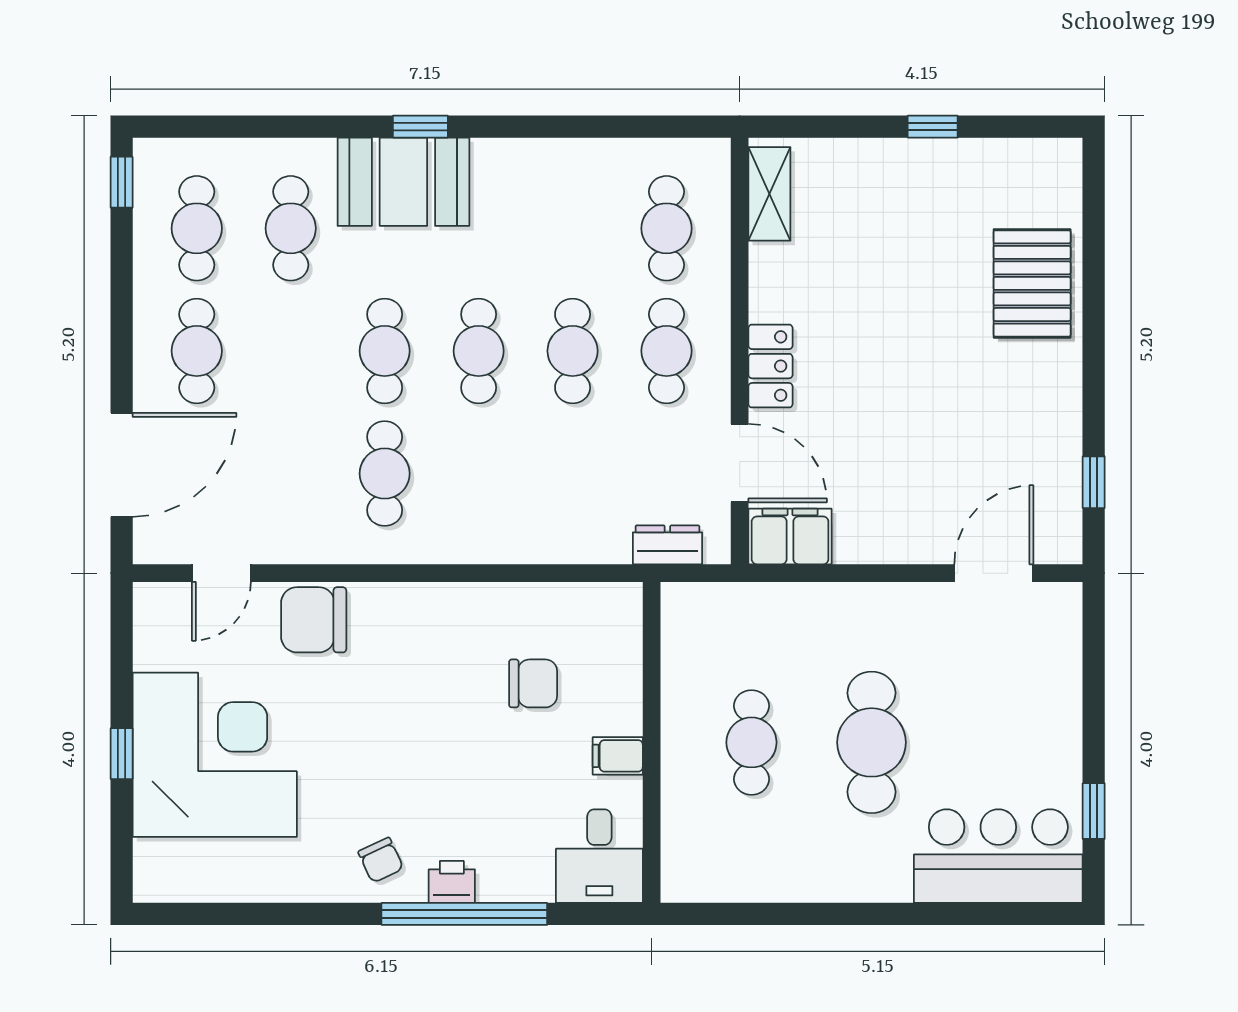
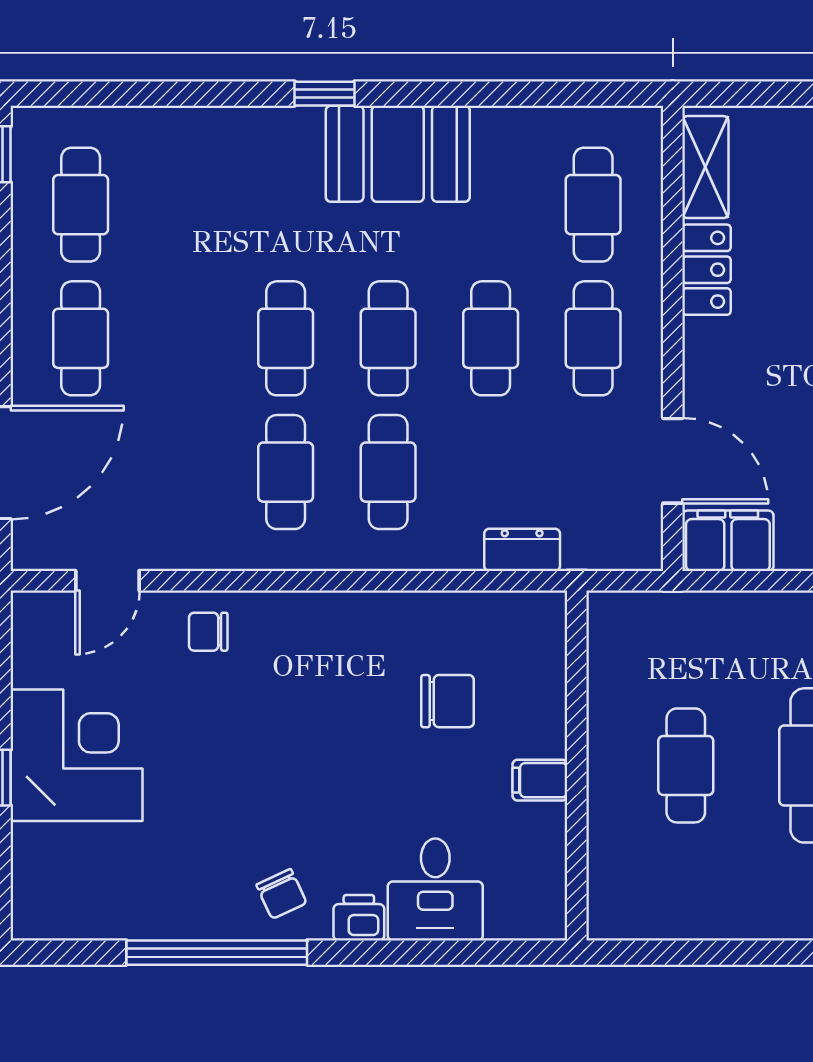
booth: (403, 182) -> (398, 154), moved
cafe table: (291, 228) -> (388, 472), moved
locker: (770, 366) -> (707, 270), moved
dresser: (667, 545) -> (522, 550), moved
chair: (314, 620) -> (208, 632), width x0.54, depth x0.54
corner desk: (215, 755) -> (76, 755), width x0.74, depth x0.74
desk: (599, 856) -> (435, 890), moved
window: (464, 914) -> (217, 953), moved

